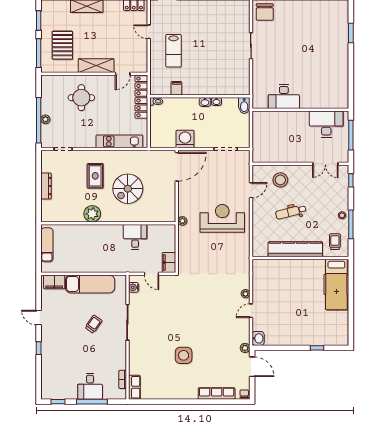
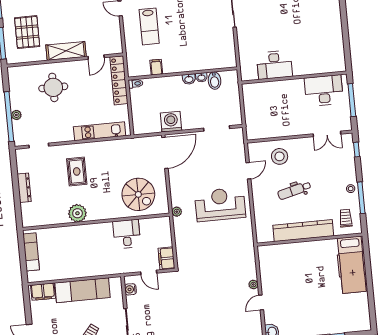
bidet: (244, 105) -> (214, 81), moved
spiral stairs: (128, 189) -> (138, 194), moved, turned -90

